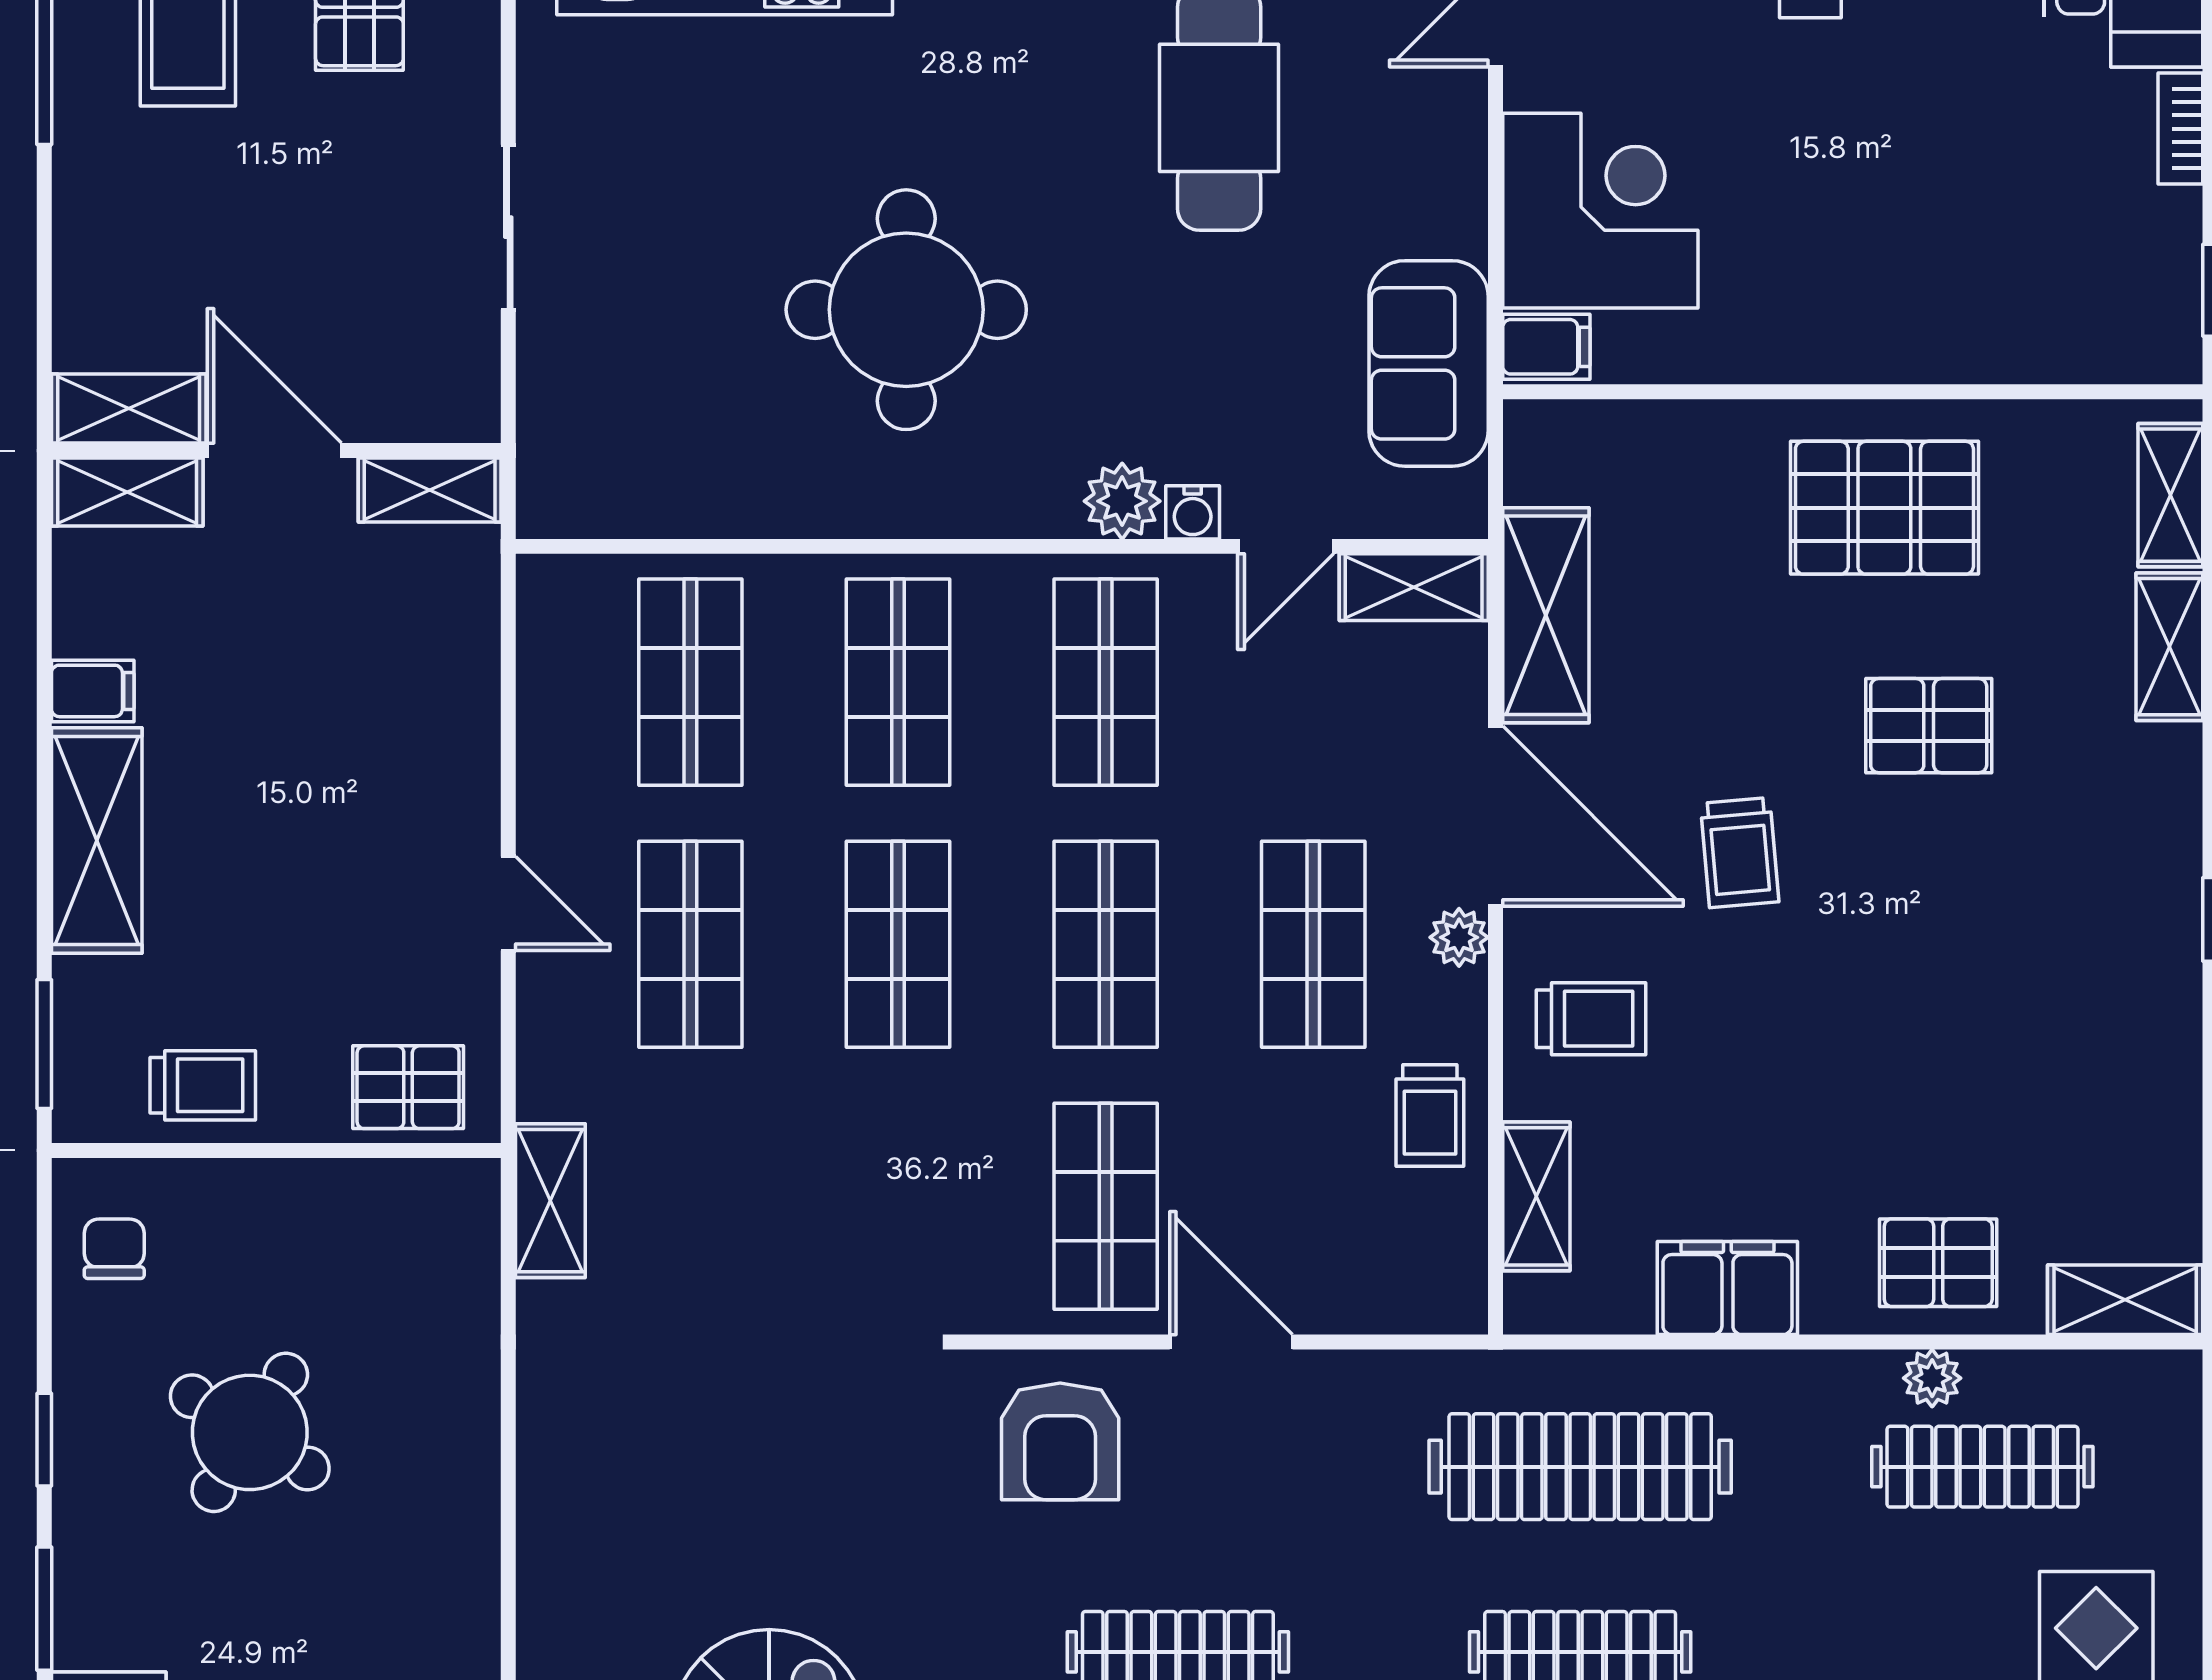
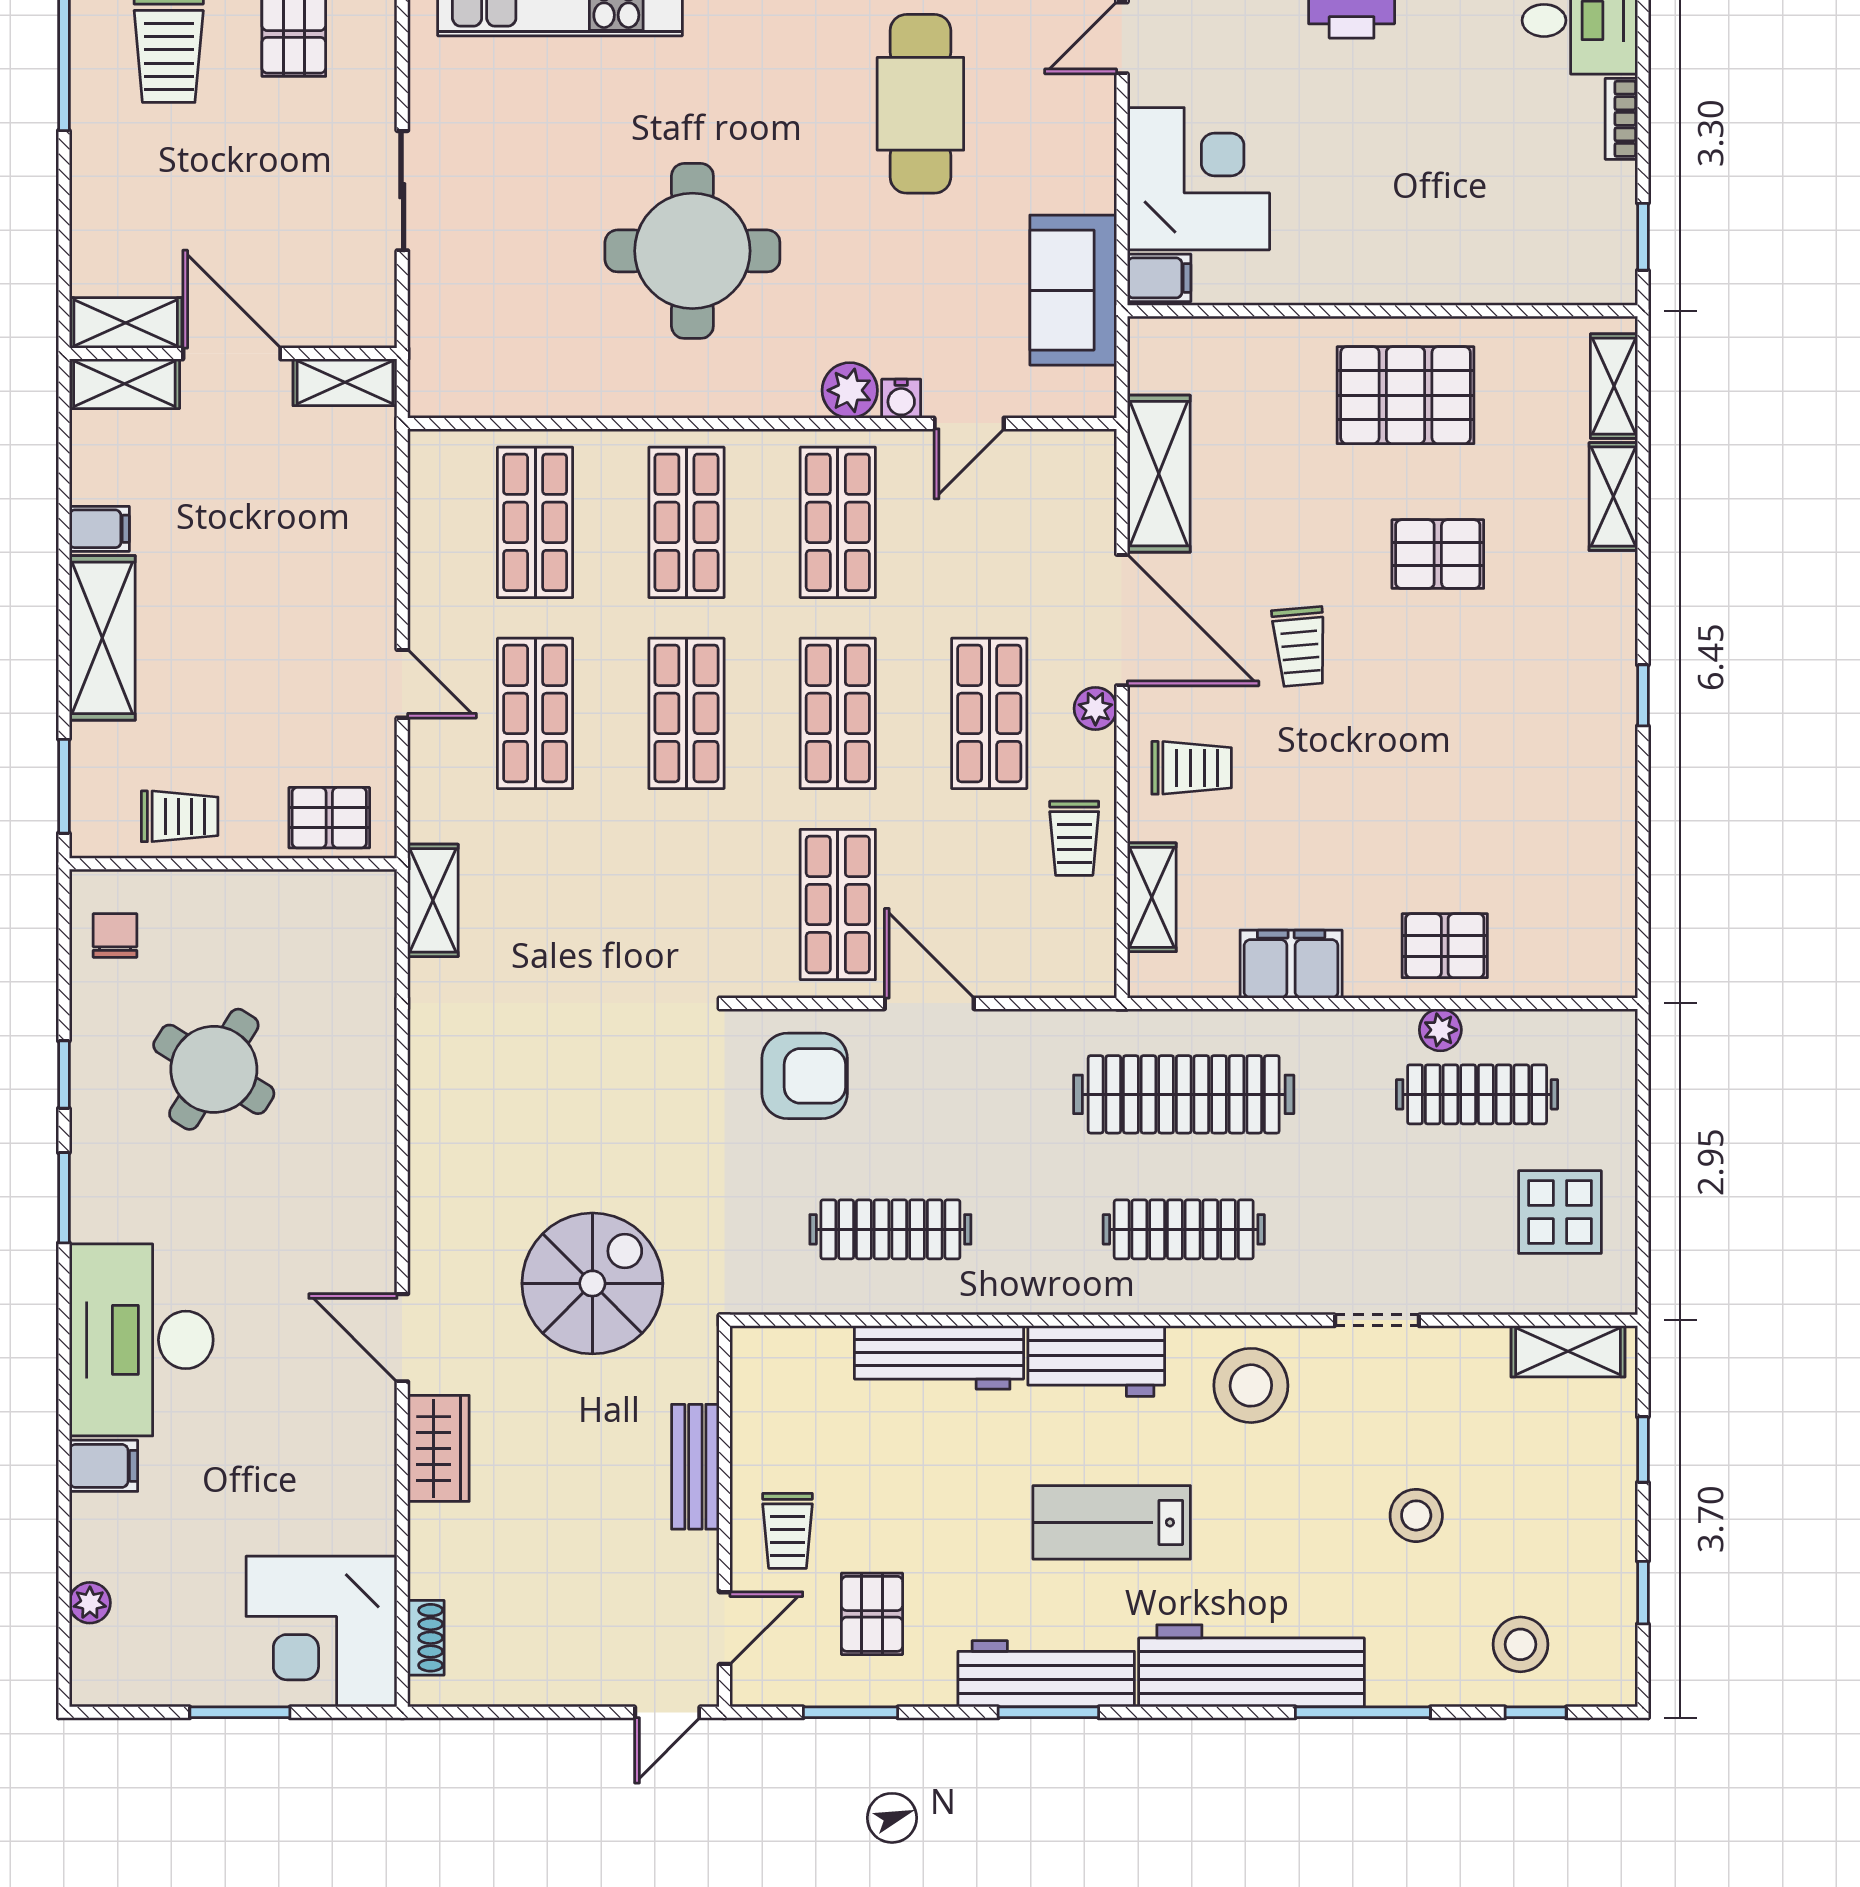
shelving: (1414, 587) -> (1062, 453), removed
shelving: (2125, 1300) -> (1581, 973), removed
armchair: (1060, 1441) -> (805, 1076), turned -90

